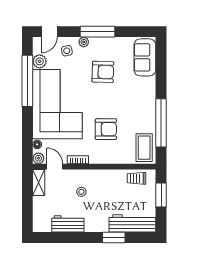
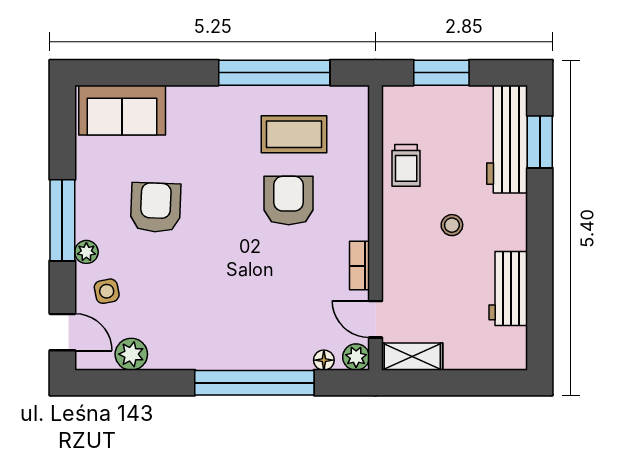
window: (27, 81) -> (254, 383), moved
corner sofa: (57, 104) -> (230, 313), removed
coffee table: (144, 148) -> (294, 134), moved
door: (55, 167) -> (376, 319), hinge flipped
trolley: (137, 178) -> (406, 165), moved
stool: (81, 192) -> (452, 225), moved
window: (114, 237) -> (540, 142), moved

